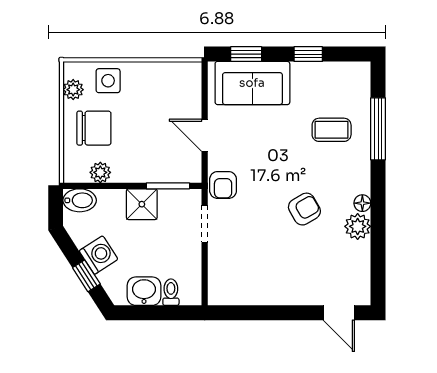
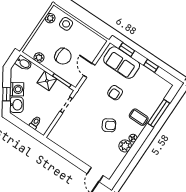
chair: (94, 128) -> (63, 56), moved
coffee table: (332, 130) -> (139, 117), moved
armchair: (223, 185) -> (115, 93), moved
washbasin: (144, 291) -> (16, 105), moved, turned 57

